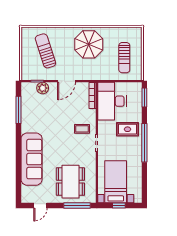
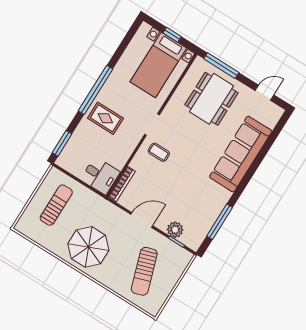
desk: (112, 101) -> (100, 176), width x0.53, depth x0.77

